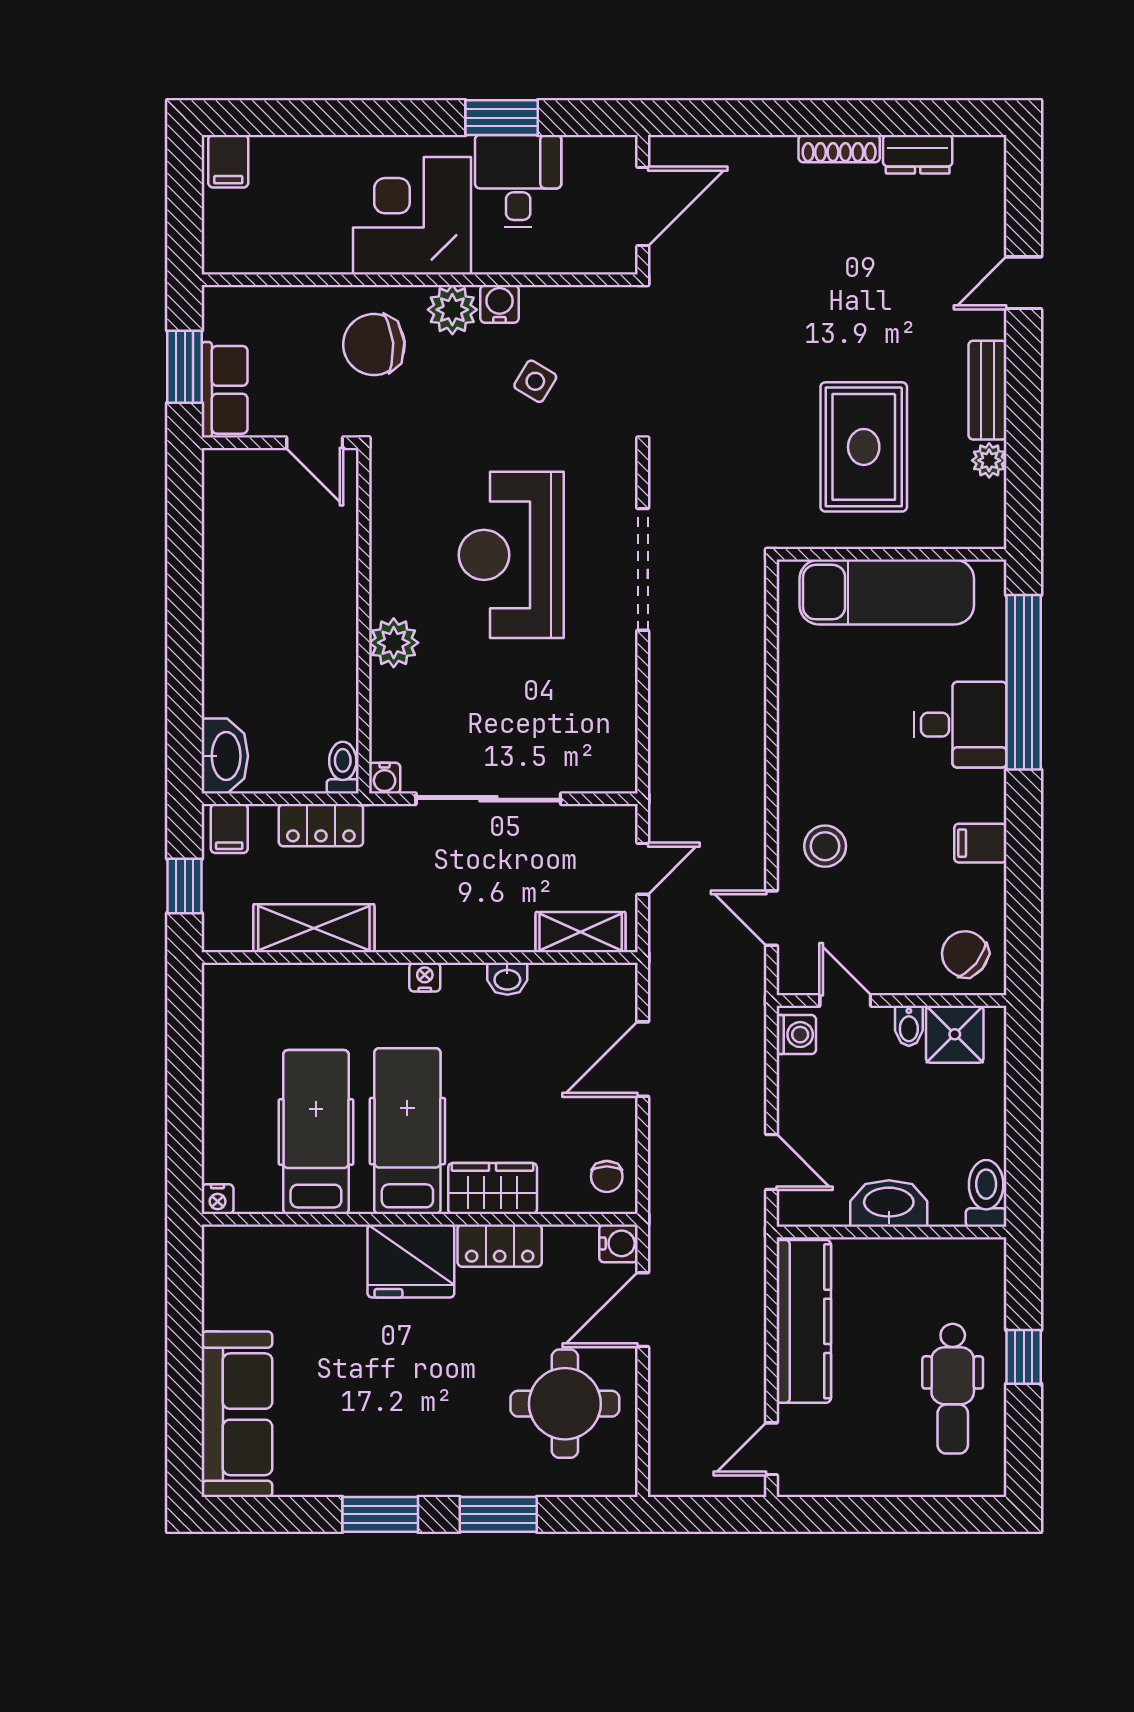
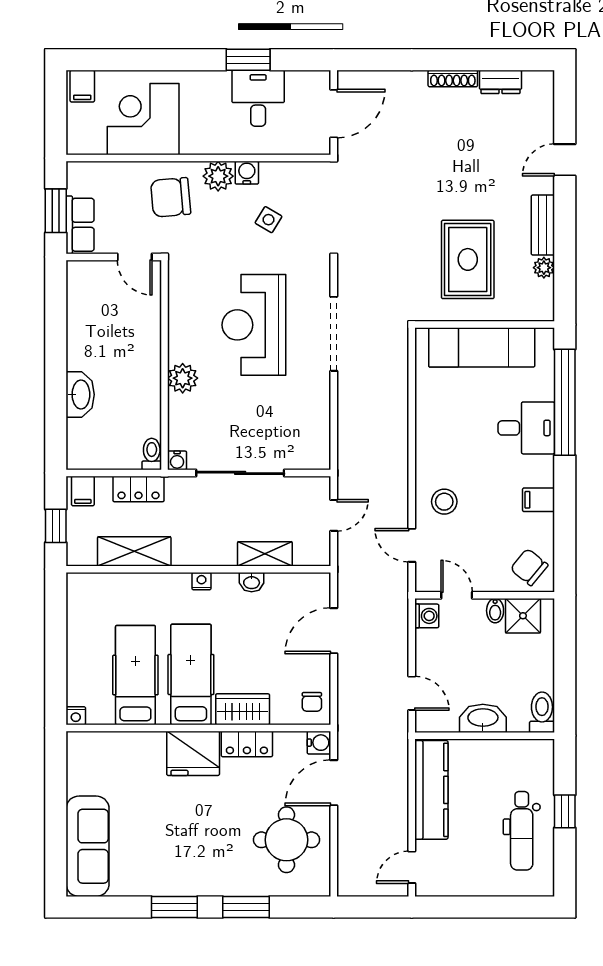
corner desk: (412, 216) -> (143, 119), moved
washbasin: (225, 756) -> (80, 395), moved
shelving: (581, 932) -> (265, 554), moved

